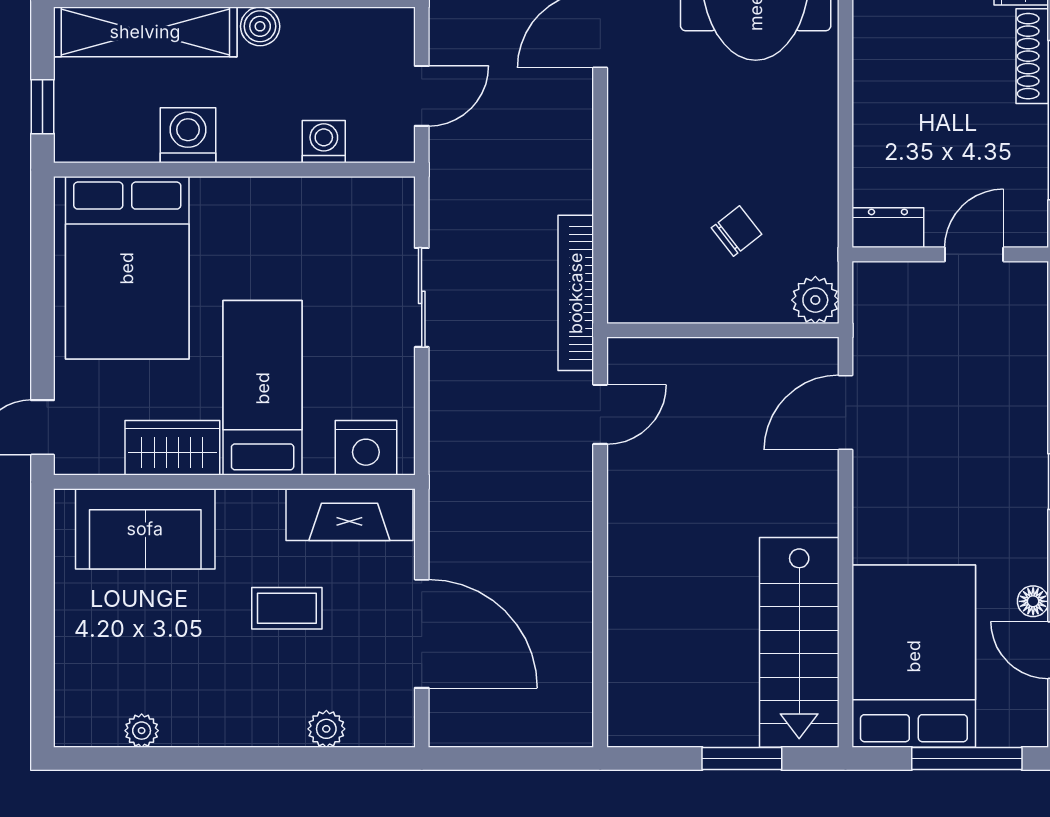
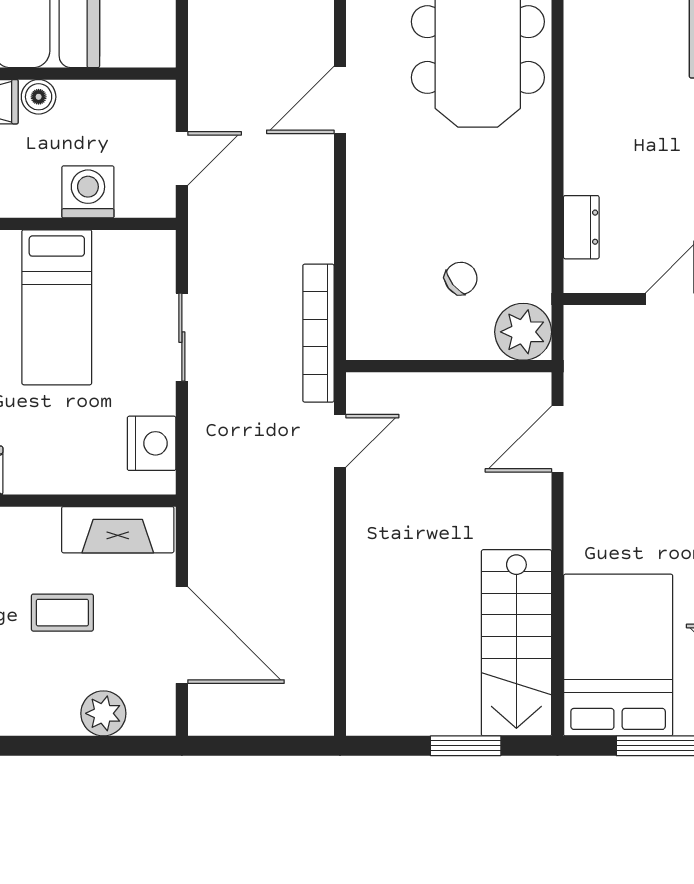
washing machine: (324, 142) -> (88, 192), width x1.38, depth x1.38
dresser: (888, 228) -> (581, 227), moved, turned 90
plant: (815, 300) -> (523, 332), width x1.36, depth x1.36
bed: (263, 388) -> (57, 307), moved, turned 180
nightstand: (366, 448) -> (152, 443), moved, turned -90
plant: (326, 729) -> (103, 713), width x1.38, depth x1.38

